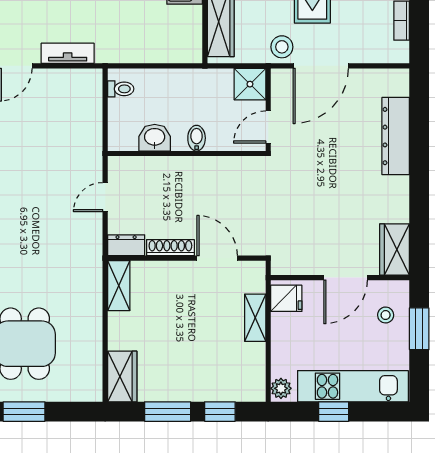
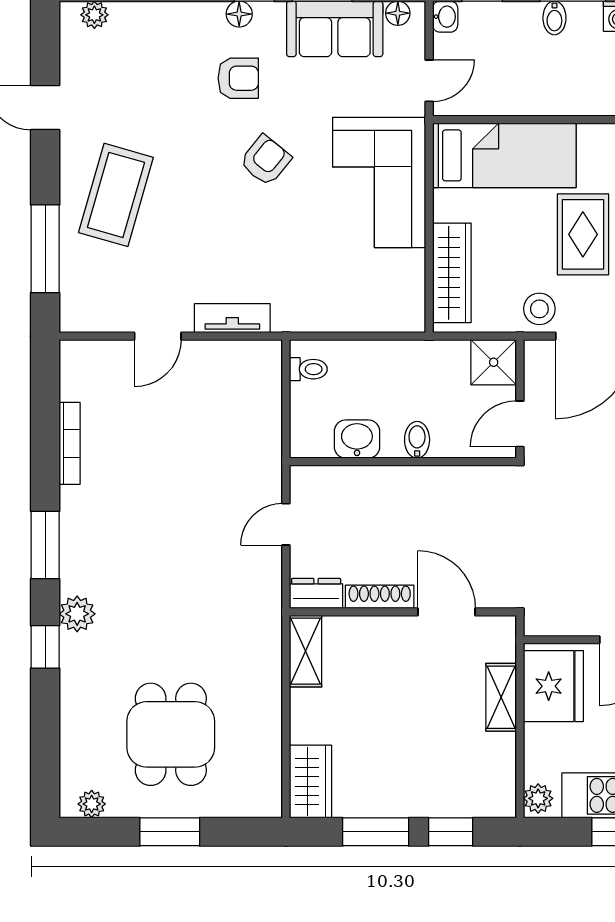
fridge: (286, 298) -> (553, 686), width x1.88, depth x1.34

